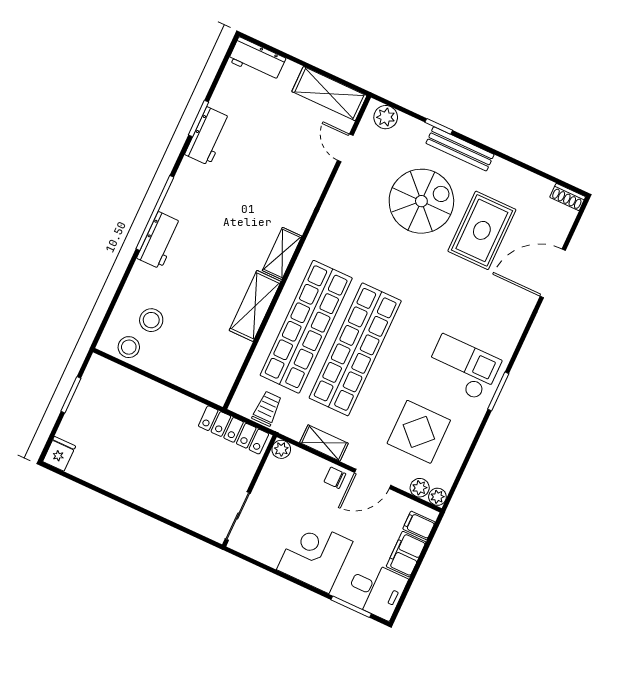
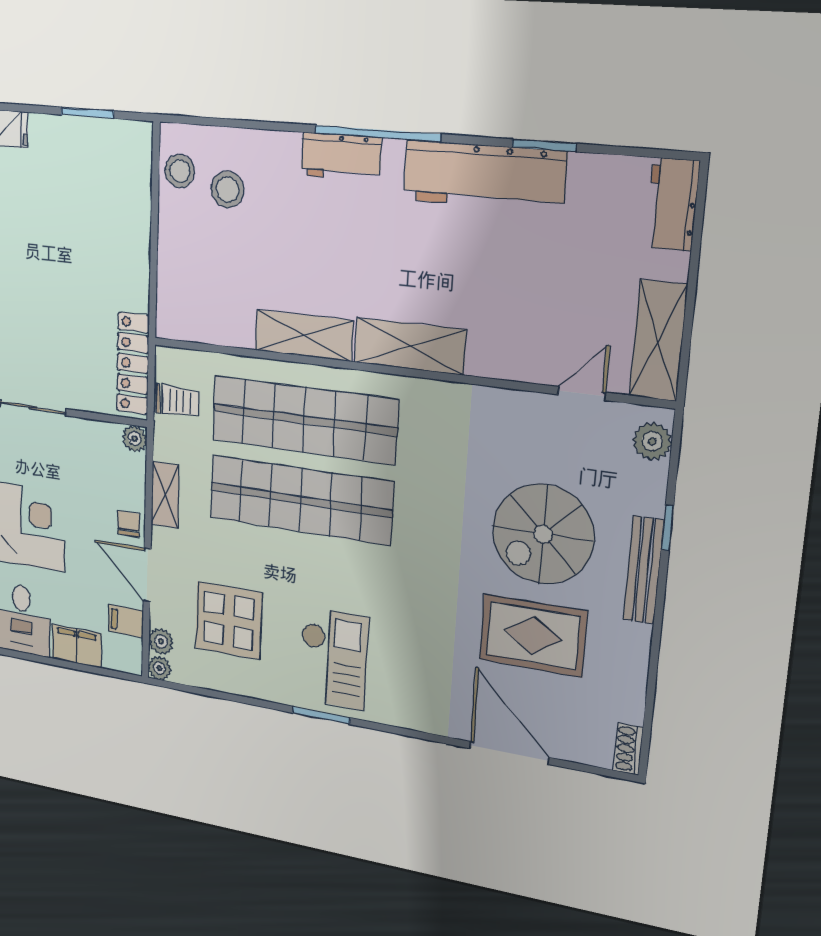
workbench: (208, 136) -> (484, 176), width x1.88, depth x1.32
spiral stairs: (421, 201) -> (543, 534), turned 90
shelving: (282, 253) -> (410, 346), width x1.50, depth x1.33
filing cabinet: (419, 525) -> (126, 621), moved, turned -90

